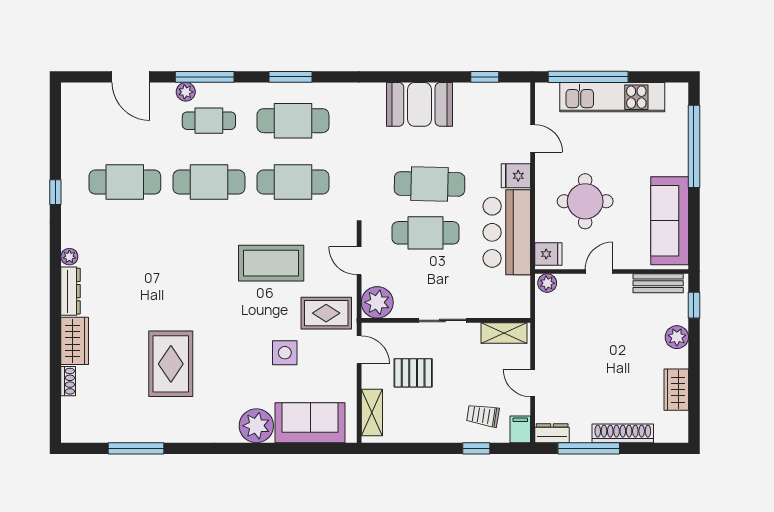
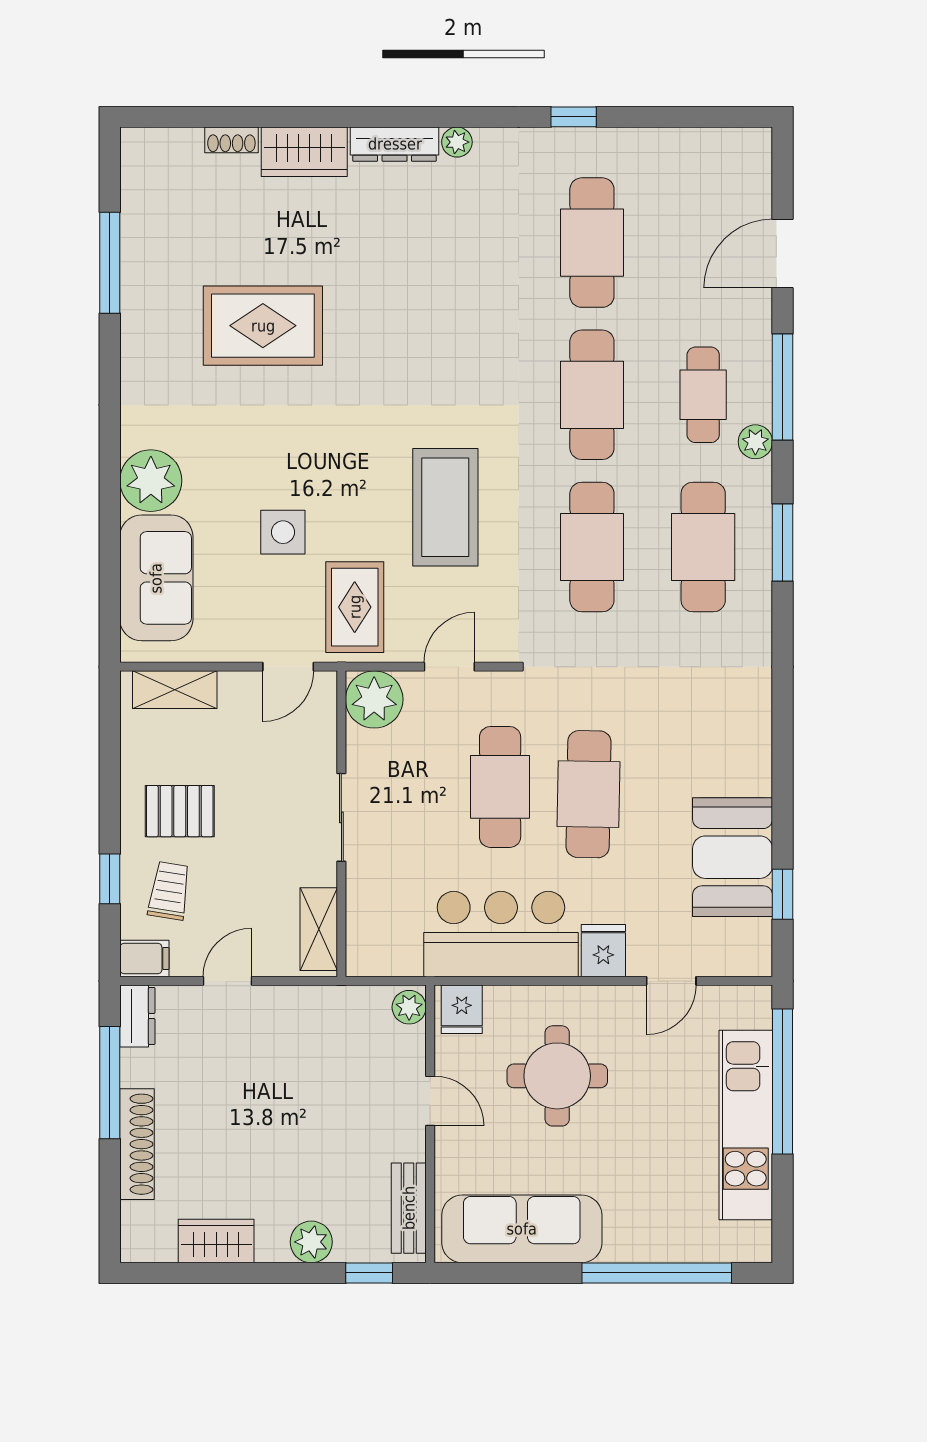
plant: (186, 92) -> (755, 442), moved
booth: (419, 104) -> (733, 857), moved
pallet: (413, 373) -> (180, 811), moved, turned 90

